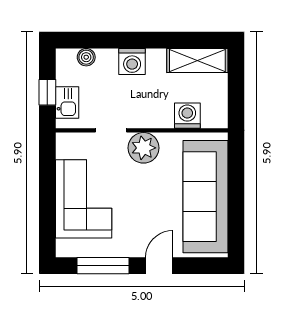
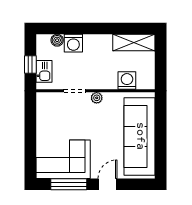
washing machine: (132, 61) -> (73, 43), moved
plant: (144, 148) -> (97, 98), width x0.53, depth x0.53
corner sofa: (84, 199) -> (63, 159), moved, turned -90

